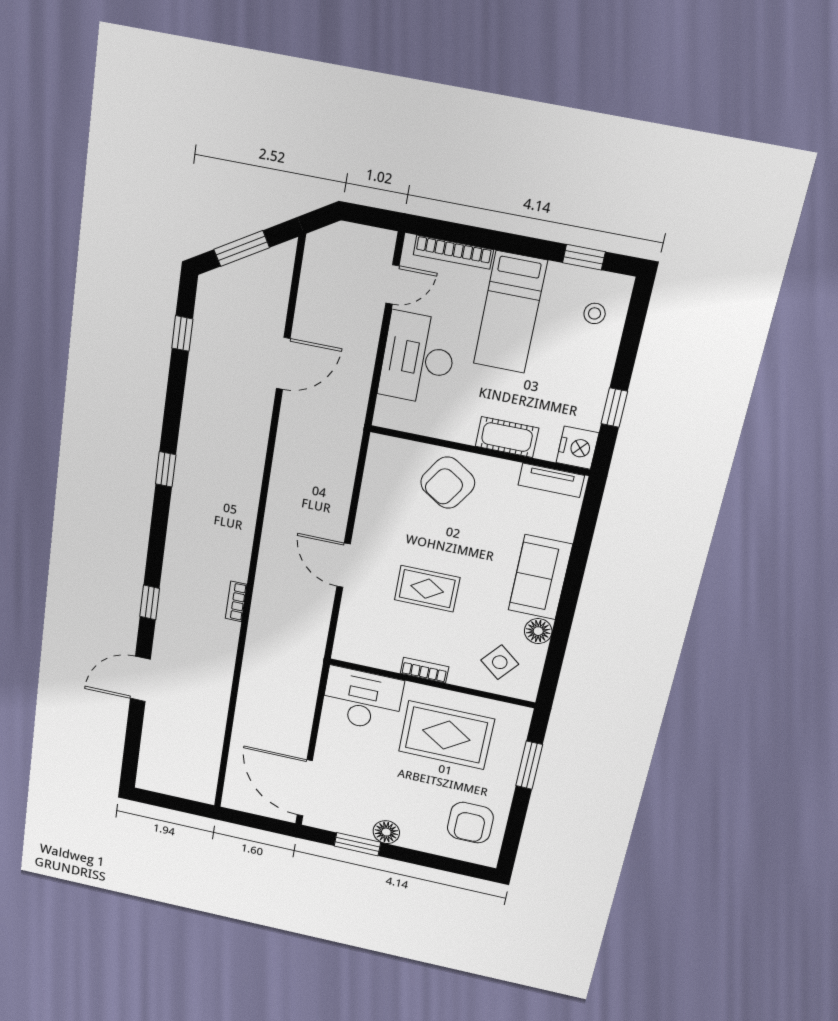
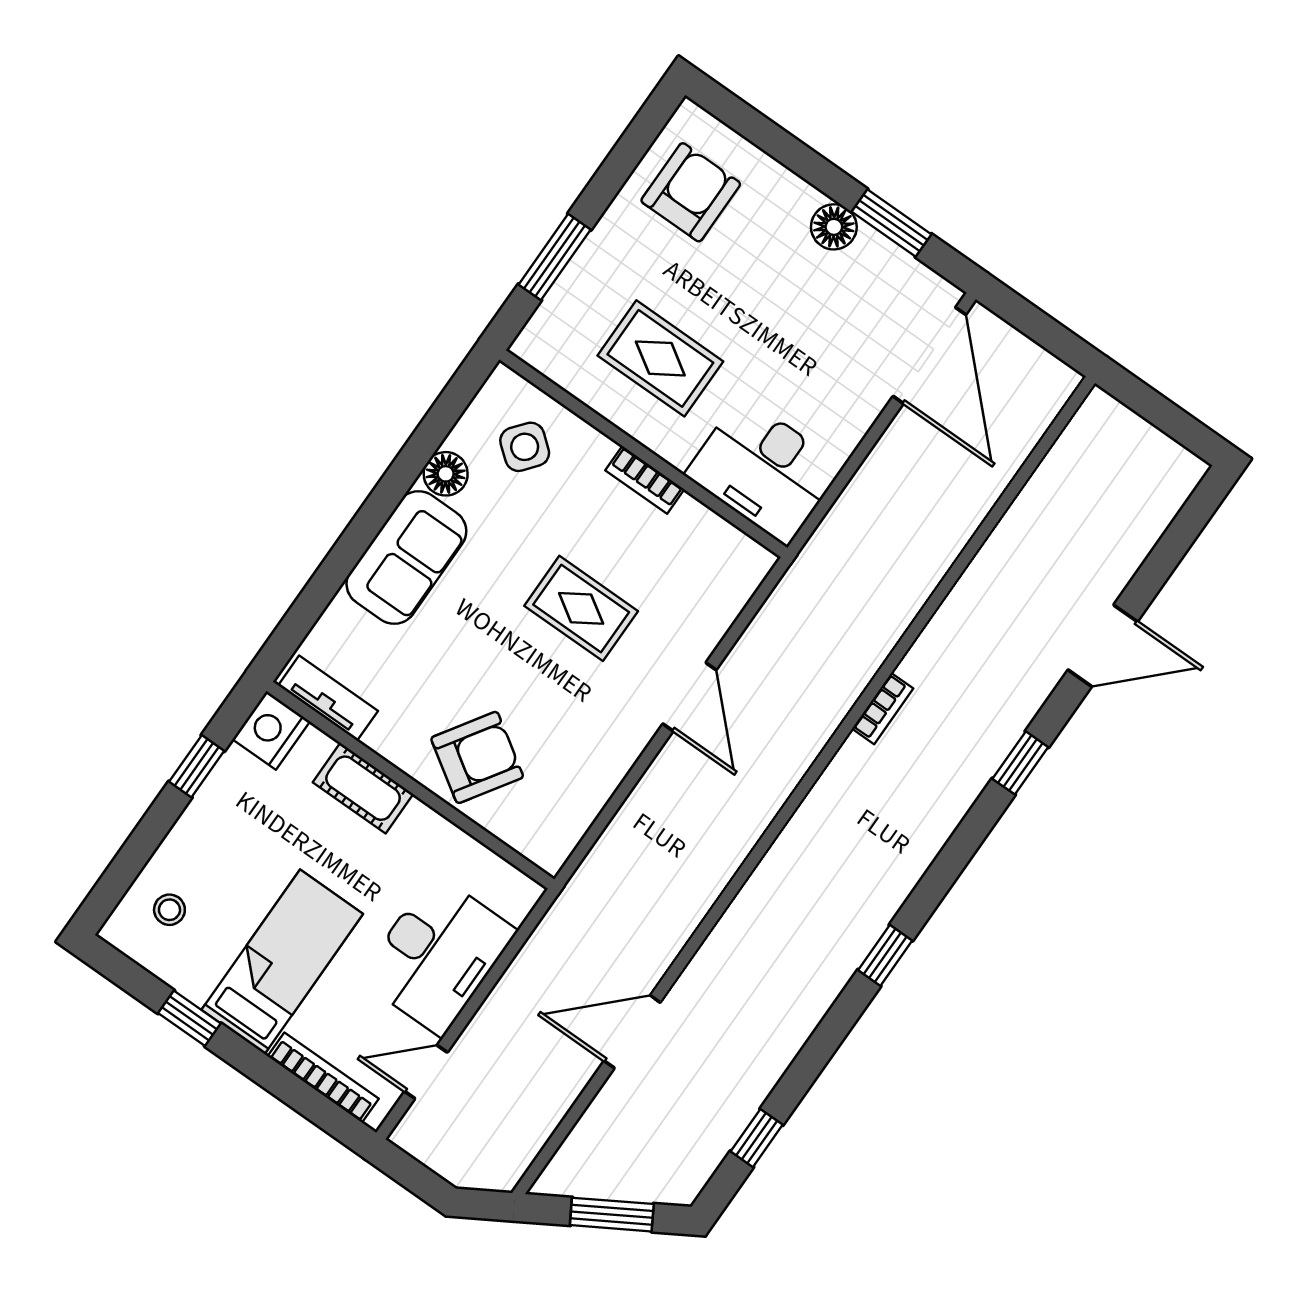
window: (584, 257) -> (189, 1018), moved
rug: (446, 735) -> (660, 358), width x0.73, depth x0.70

